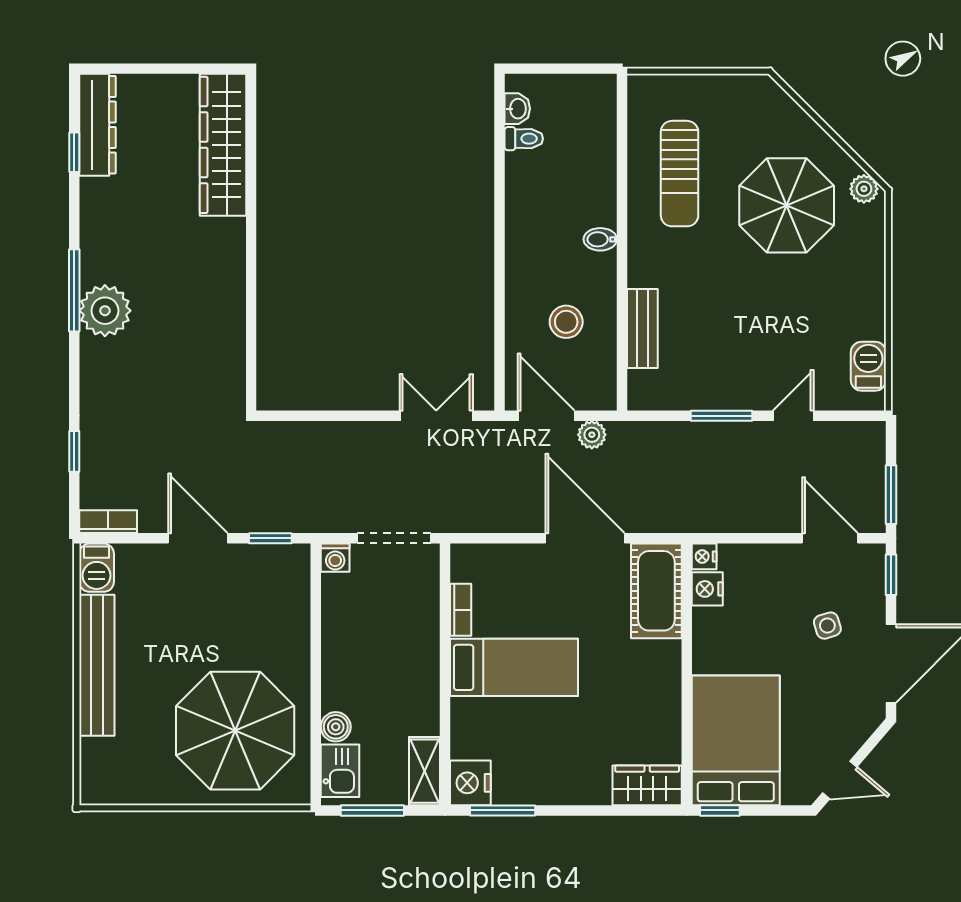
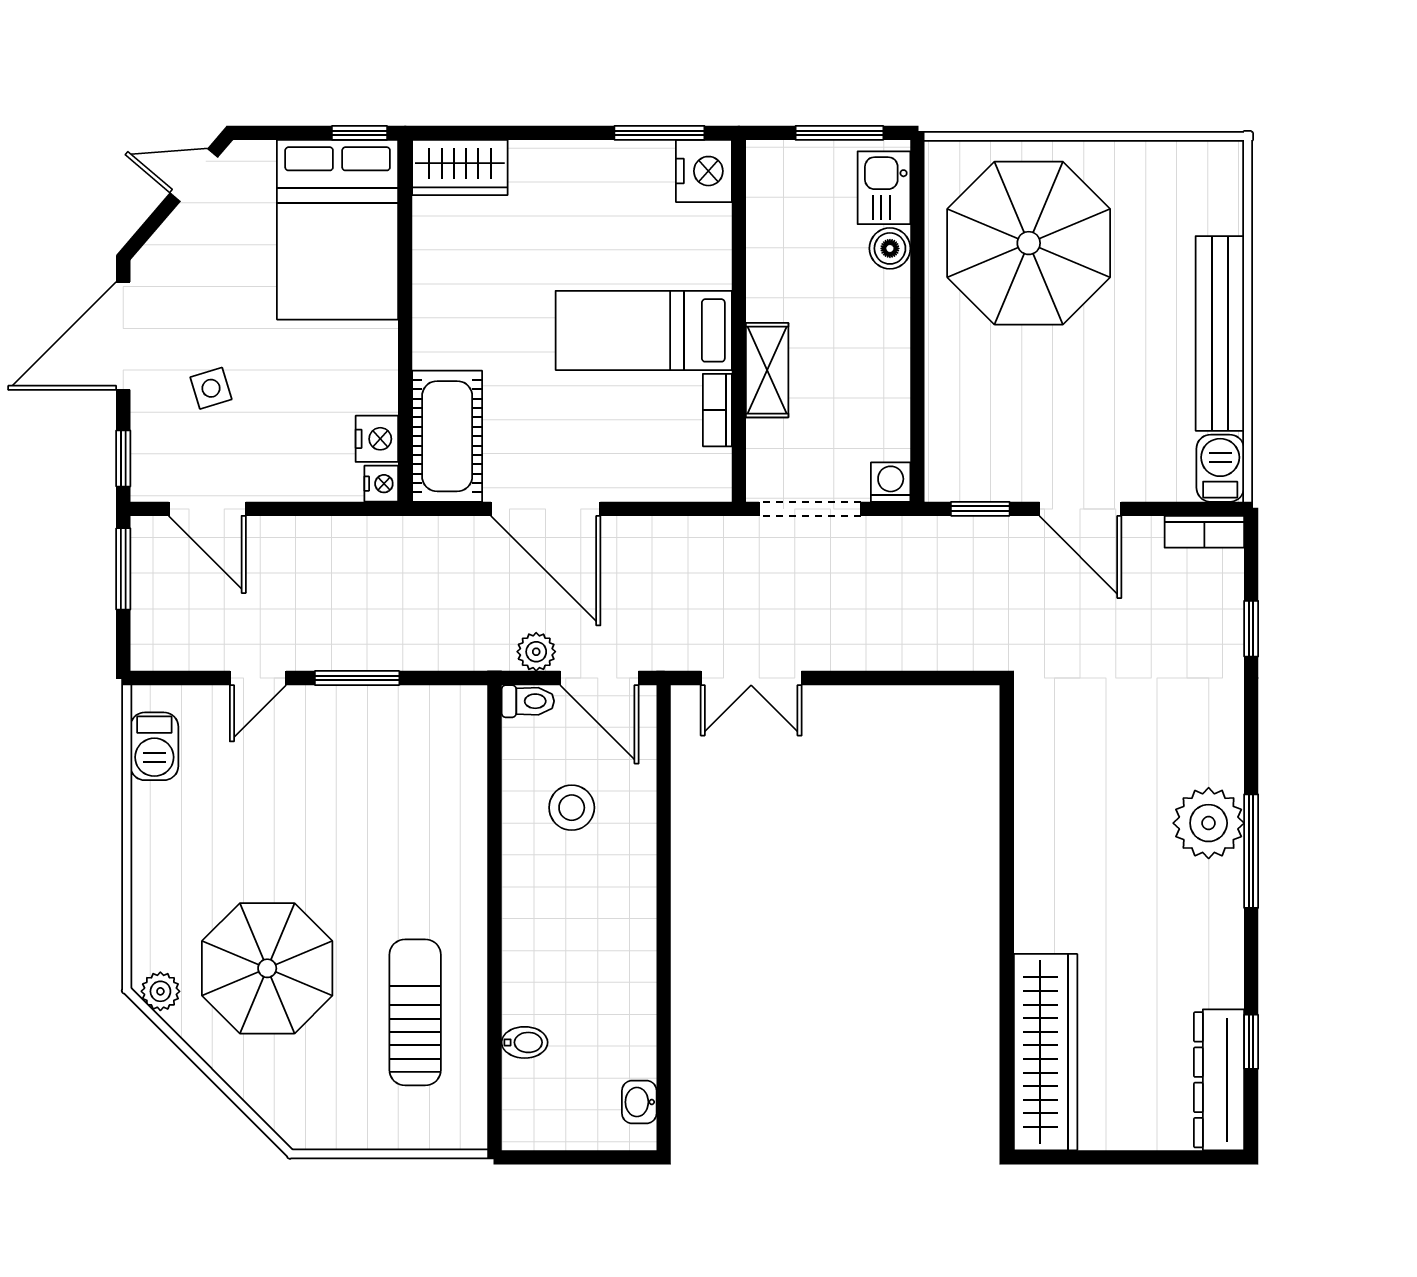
toilet: (524, 139) -> (528, 701), moved, turned 180
bidet: (600, 239) -> (525, 1042), moved
bench: (642, 328) -> (466, 798), removed
shelving: (425, 771) -> (767, 370), moved

